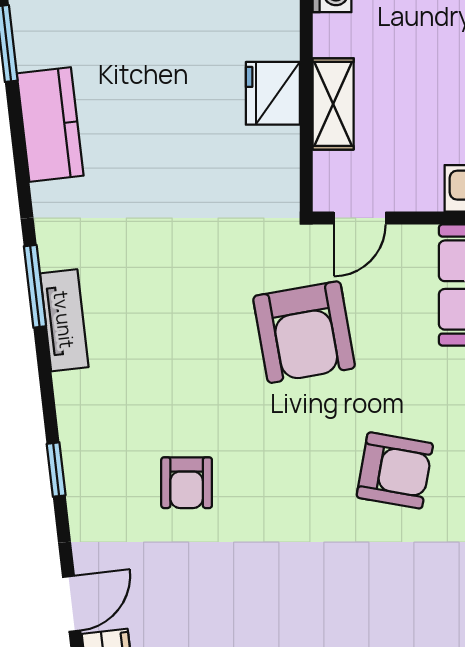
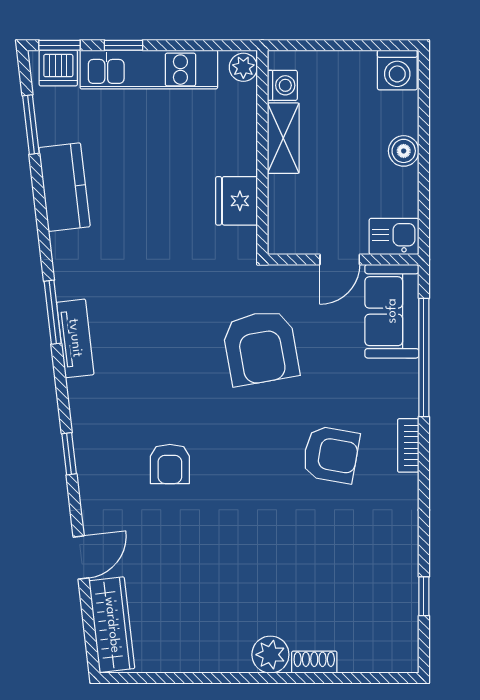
fridge: (273, 93) -> (237, 201), moved
shelving: (333, 104) -> (283, 138), moved
door: (360, 218) -> (340, 259), moved

